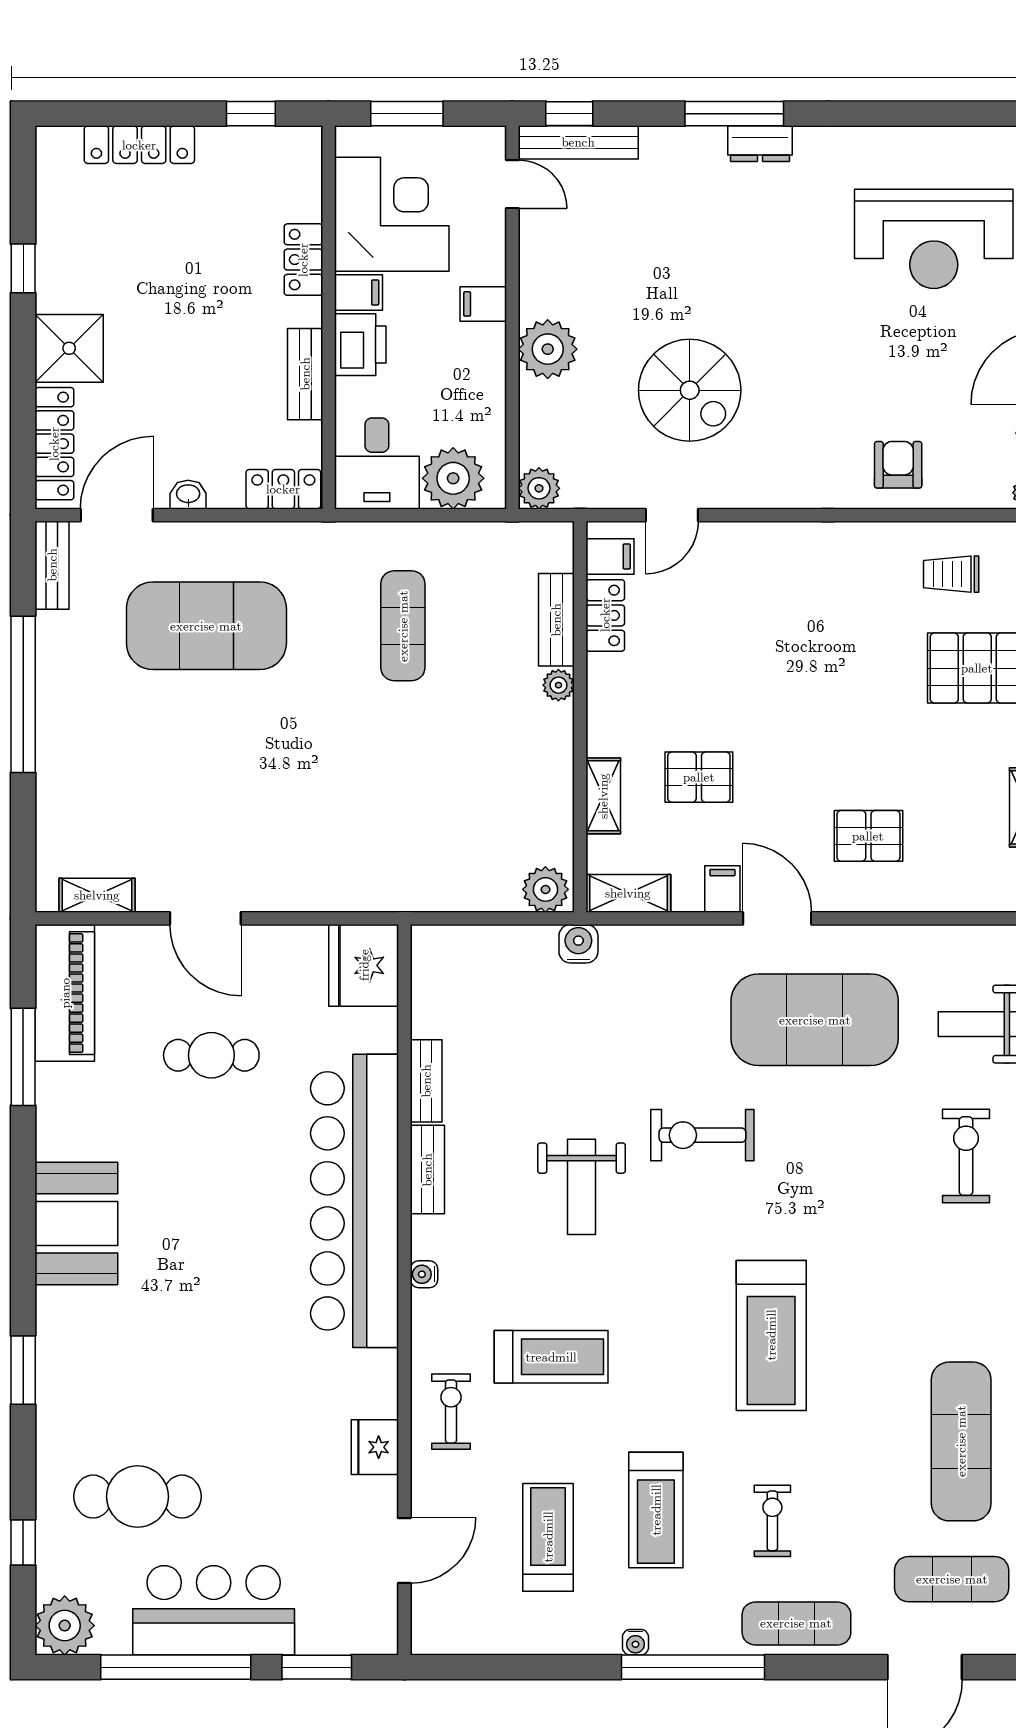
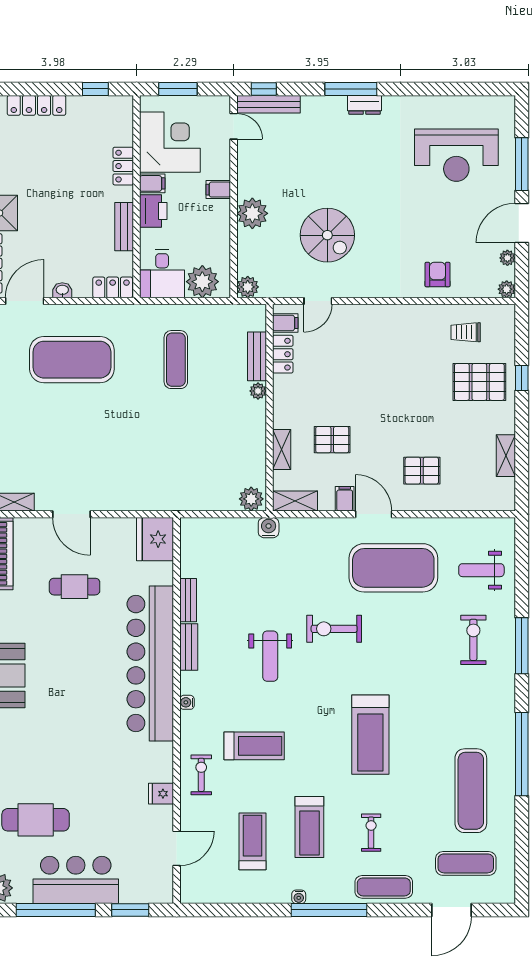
fridge: (375, 1447) -> (161, 794), width x0.72

